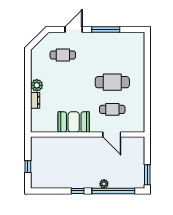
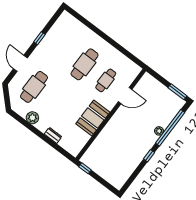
window: (106, 29) -> (39, 38), width x0.46
cafe table: (63, 55) -> (34, 87), width x1.37, depth x1.35
plant: (37, 85) -> (32, 118), moved
window: (28, 167) -> (85, 168), moved

